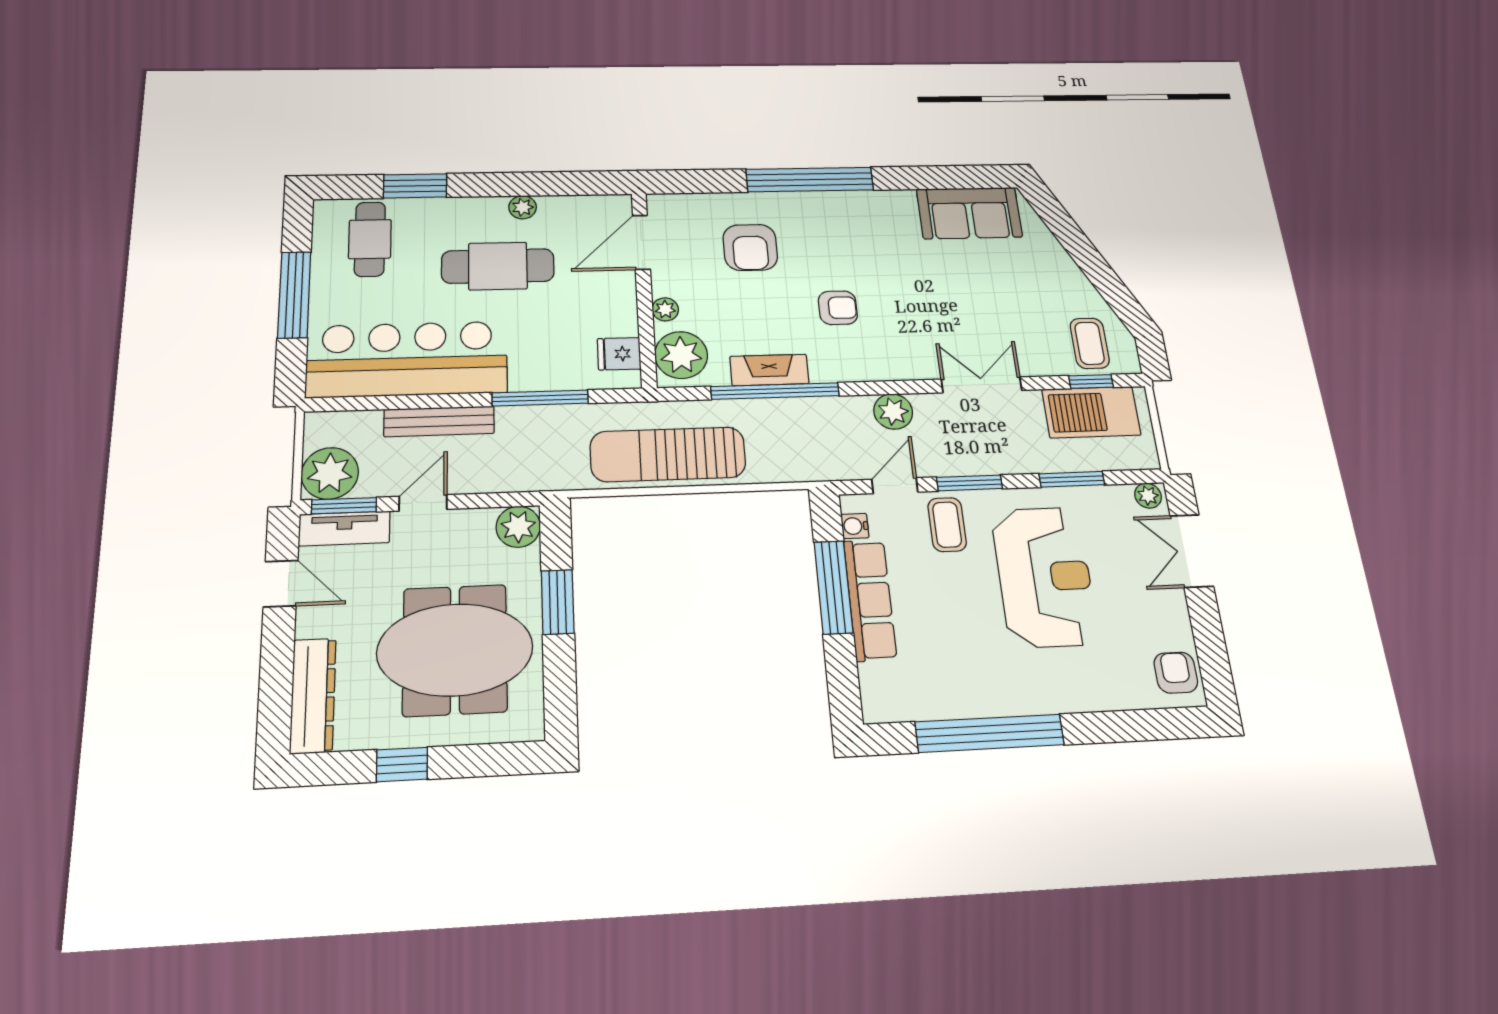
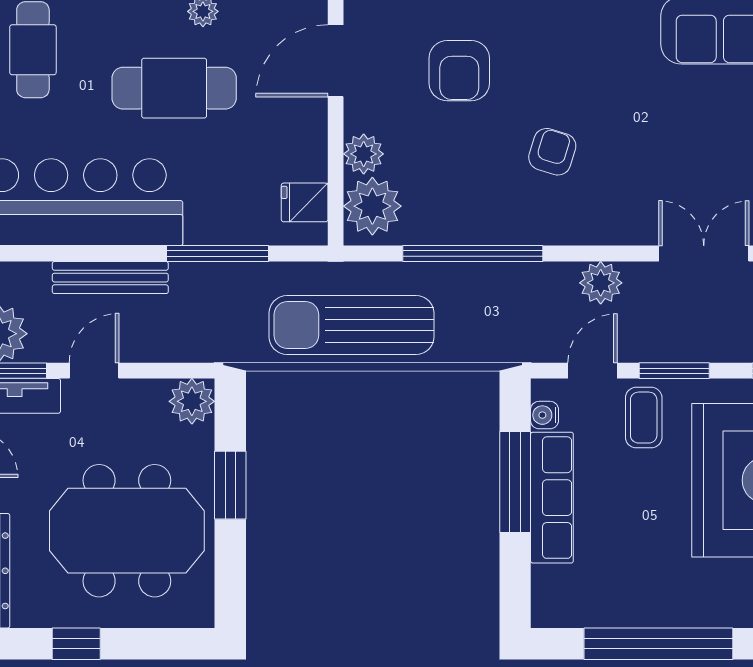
armchair: (838, 308) -> (552, 152), turned -73
plant: (665, 309) -> (364, 154), width x1.38, depth x1.38
fireplace: (769, 370) -> (469, 228), removed

